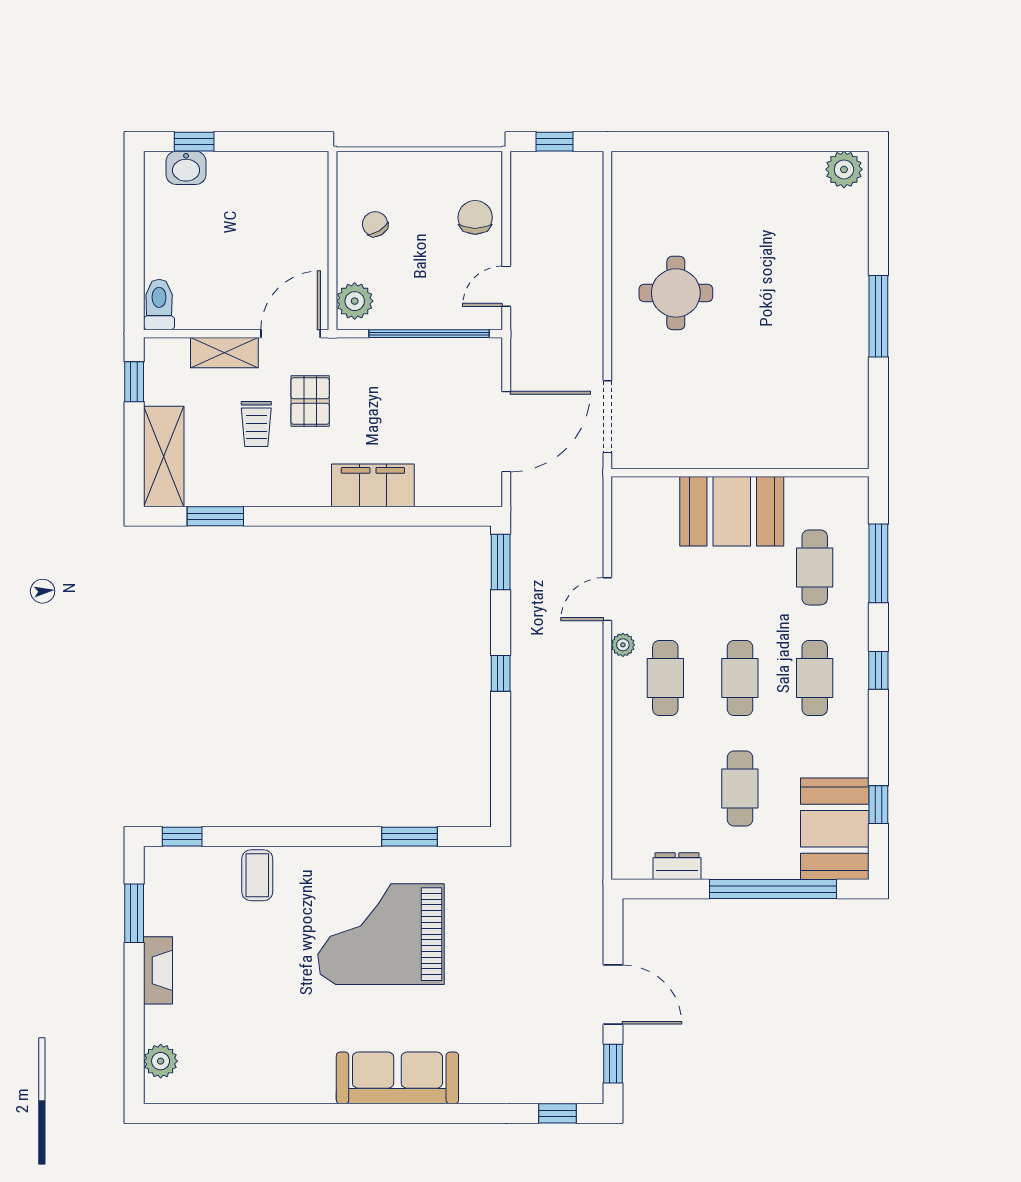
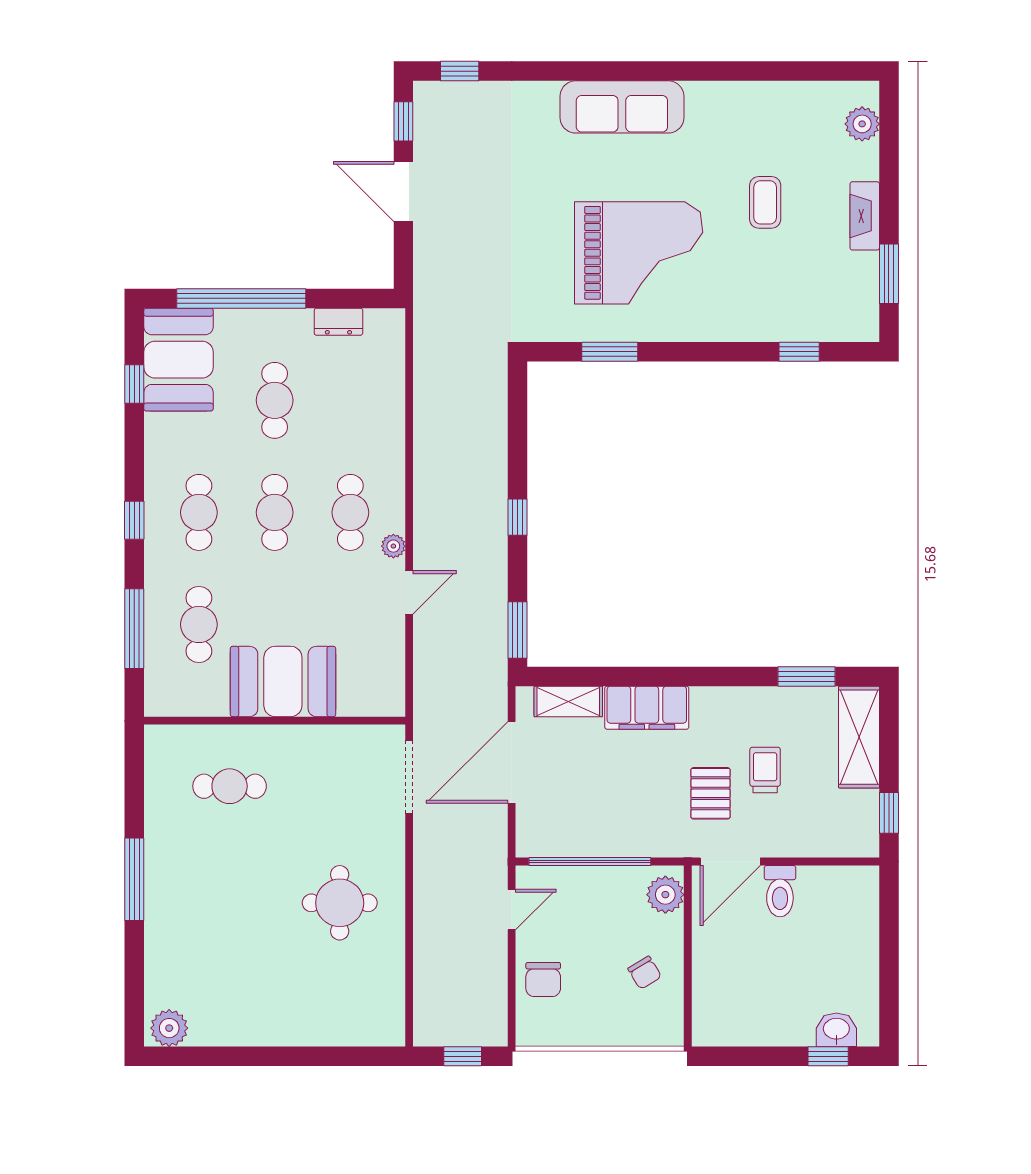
toilet: (159, 304) -> (780, 891), moved
shelving: (224, 353) -> (568, 701), moved
cafe table: (784, 408) -> (230, 786), added
window: (182, 837) -> (799, 352), moved
coffee table: (257, 875) -> (765, 202), moved

